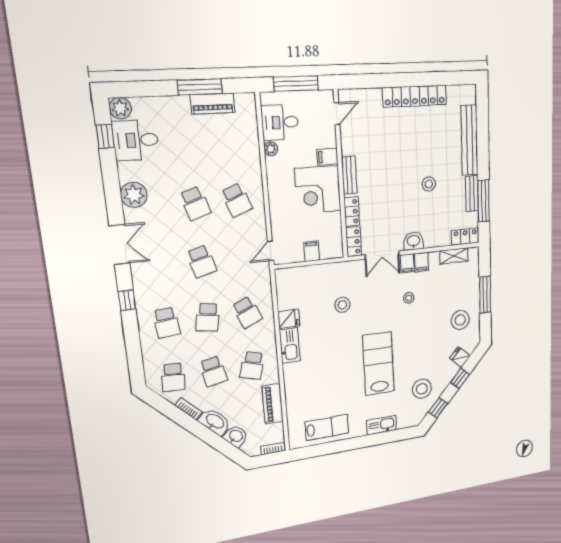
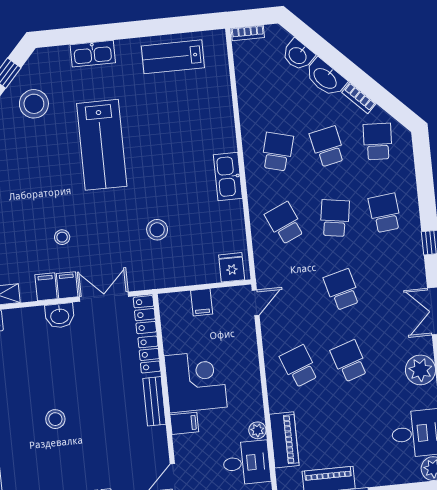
stool: (429, 184) -> (55, 419), moved
fridge: (289, 319) -> (232, 267), moved, turned 90
piano: (273, 404) -> (284, 440), moved

